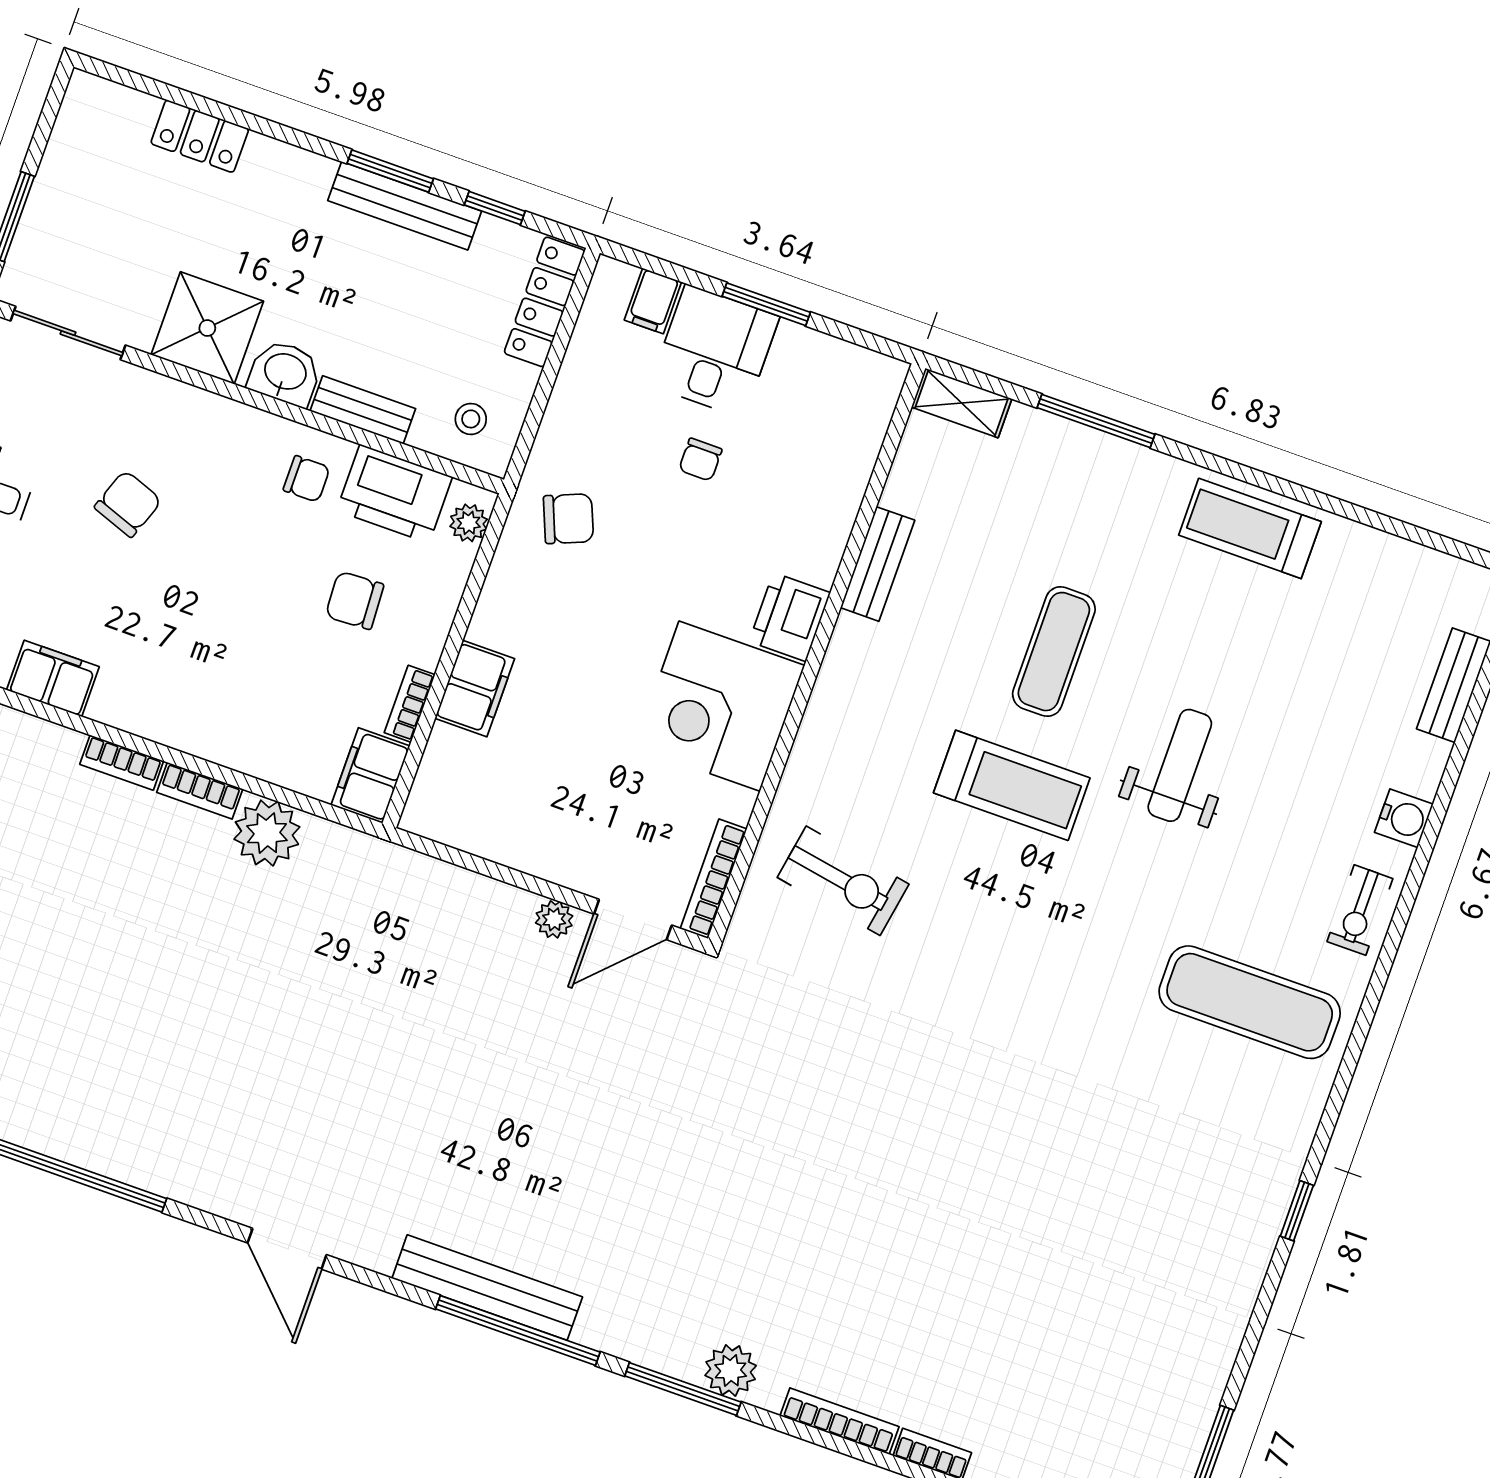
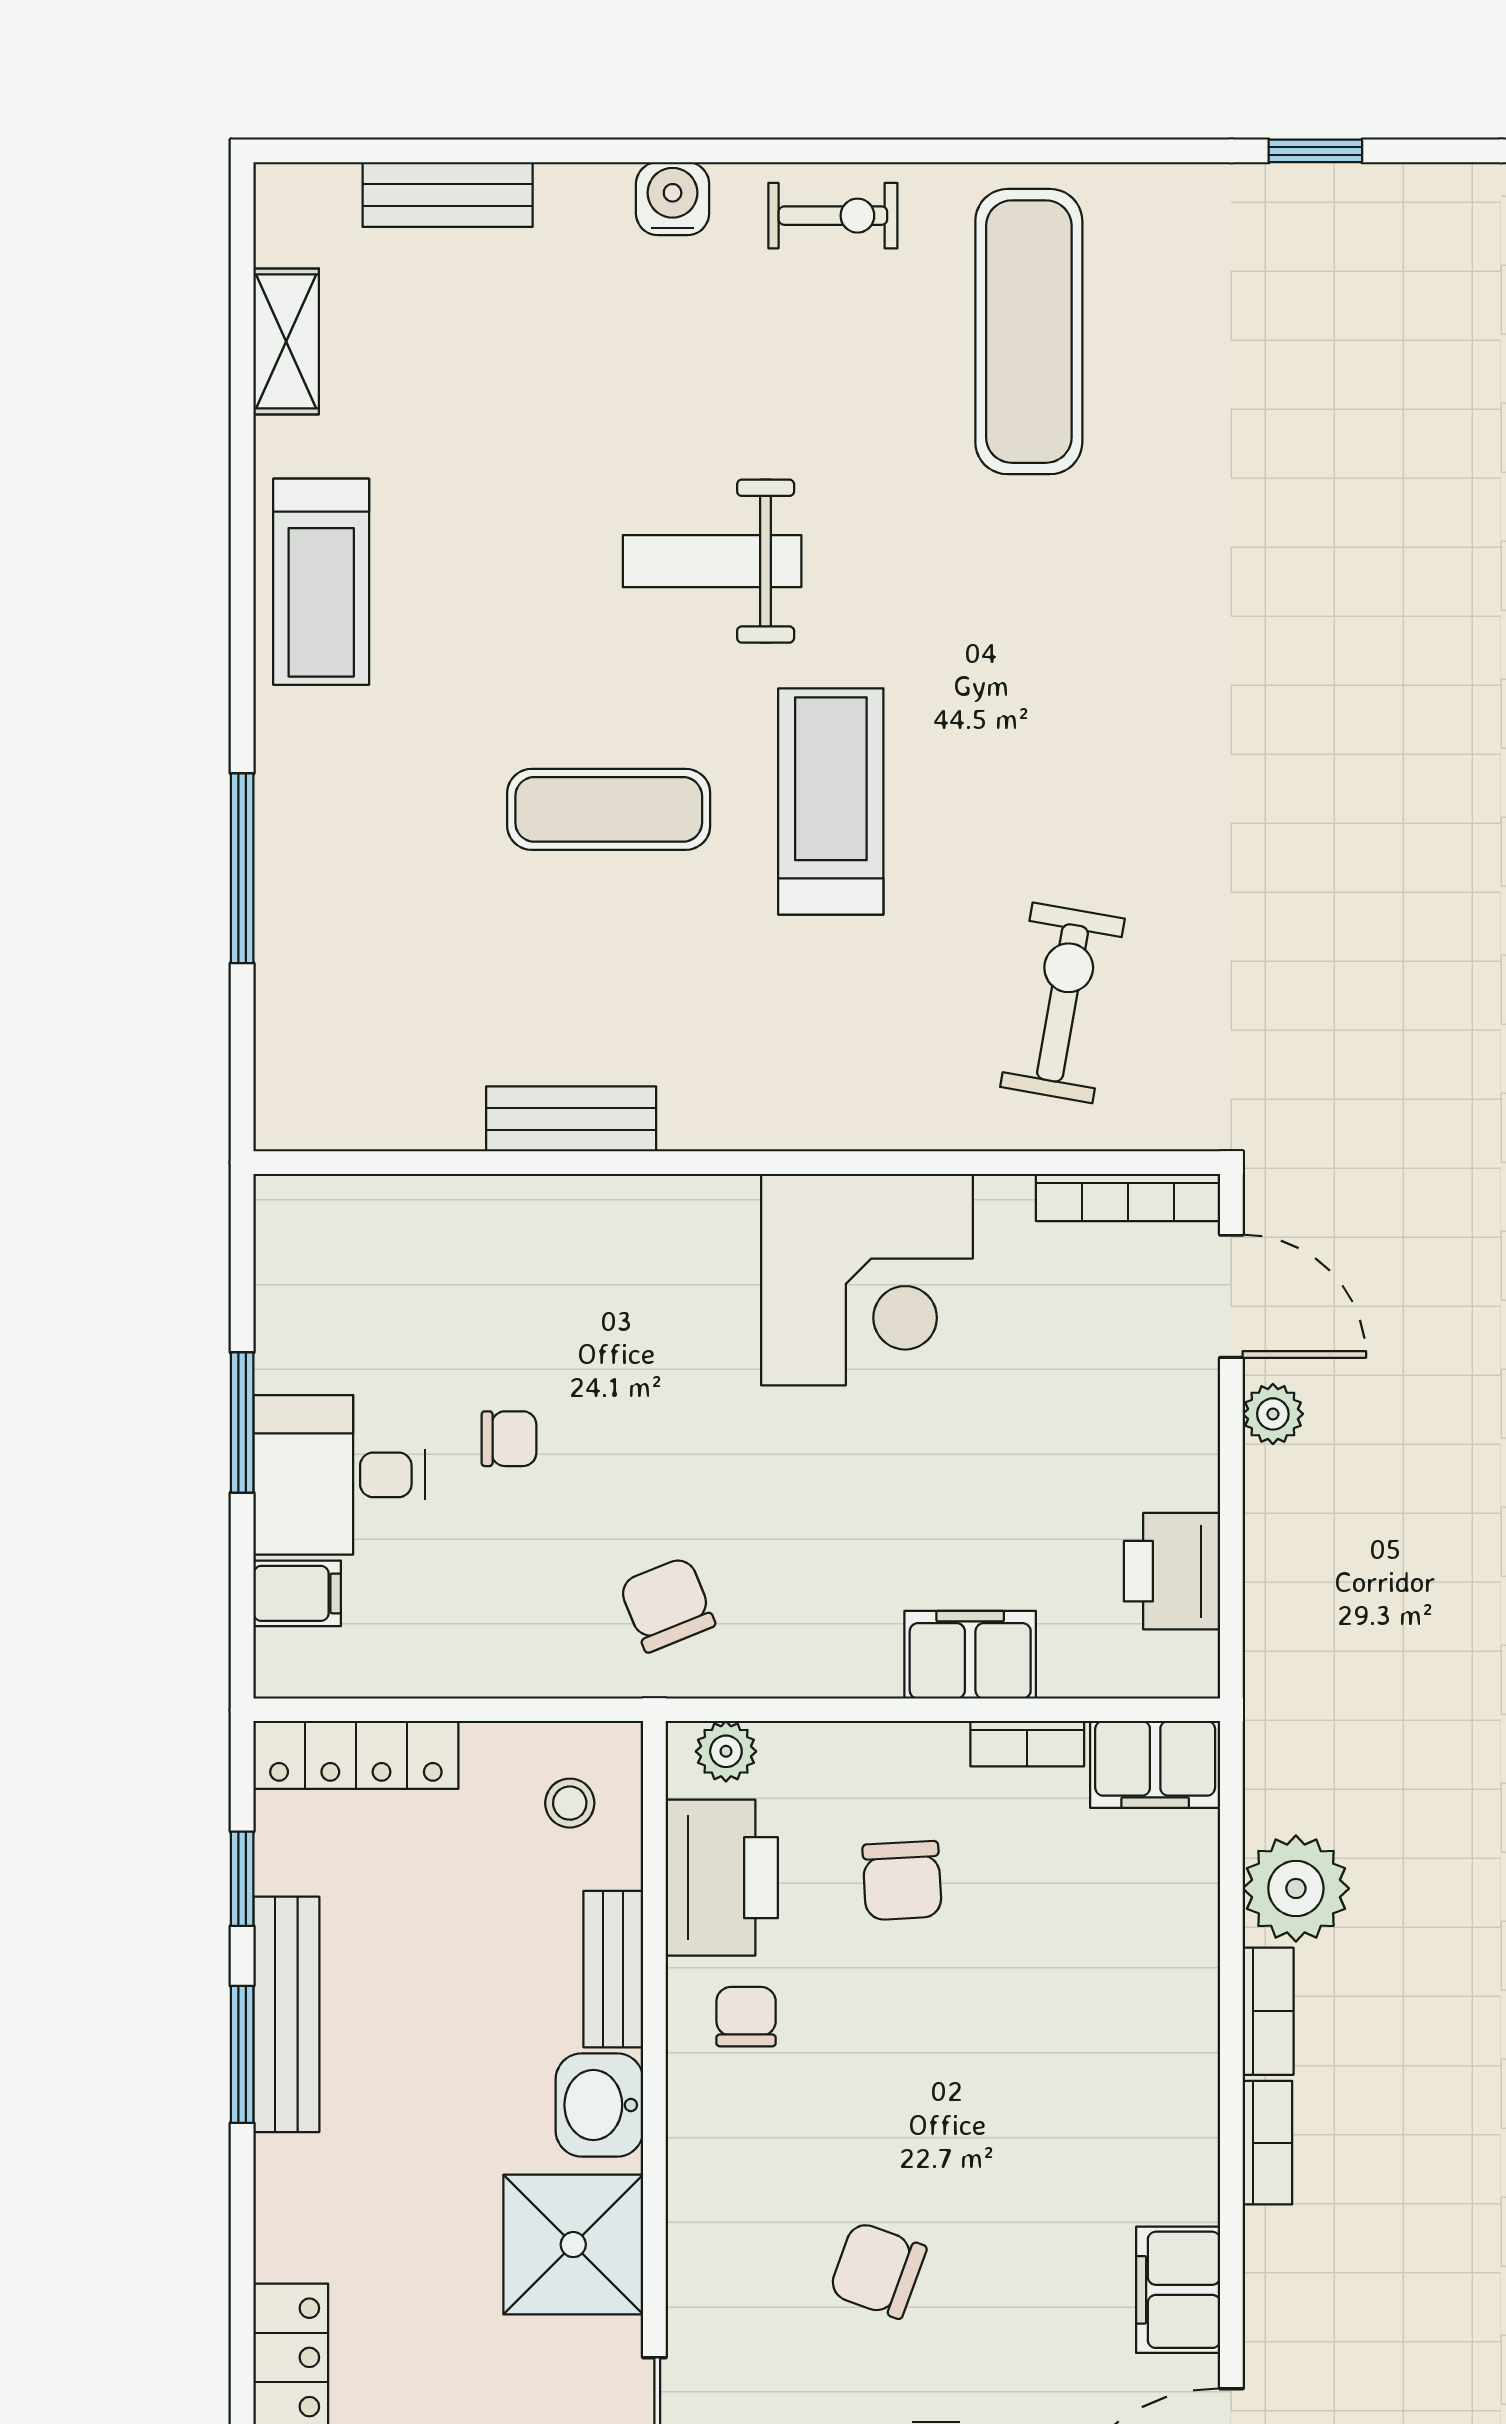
shelving: (962, 403) -> (286, 341), moved
printer: (790, 617) -> (1172, 1571), moved, turned 90

